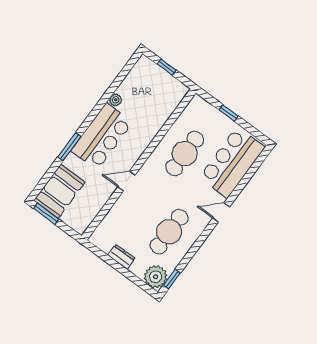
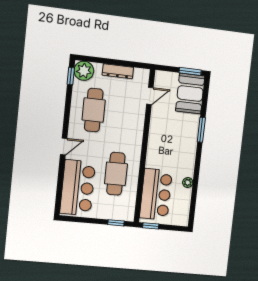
window: (167, 67) -> (151, 226), moved
window: (228, 113) -> (116, 223), moved
bar counter: (102, 137) -> (156, 194), moved, turned 180
door: (126, 181) -> (150, 96), moved
dresser: (121, 257) -> (118, 71), width x1.44

